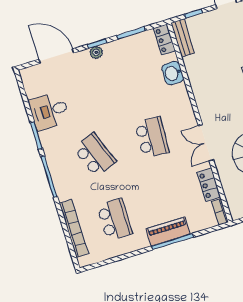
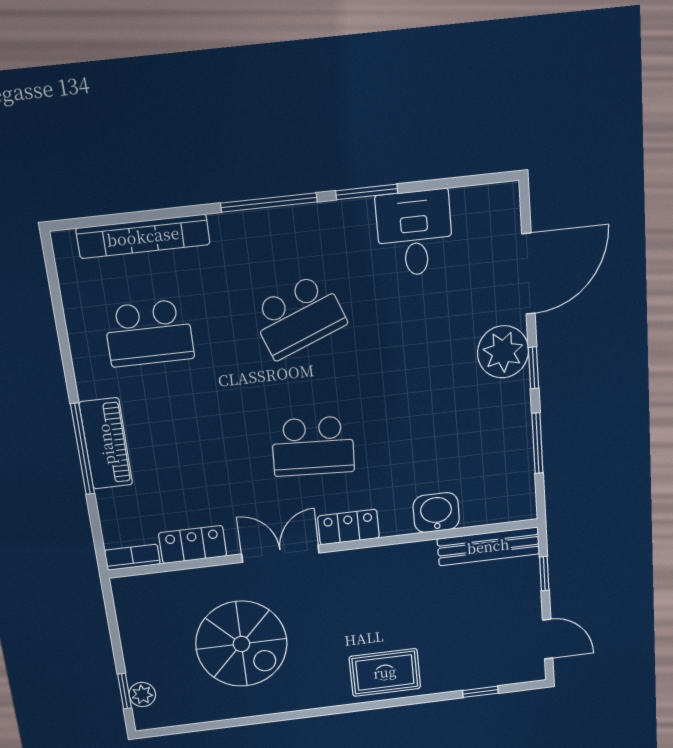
bench: (183, 38) -> (488, 546), width x1.36
locker: (164, 40) -> (348, 527), moved
plant: (96, 52) -> (503, 352), width x1.87, depth x1.87

